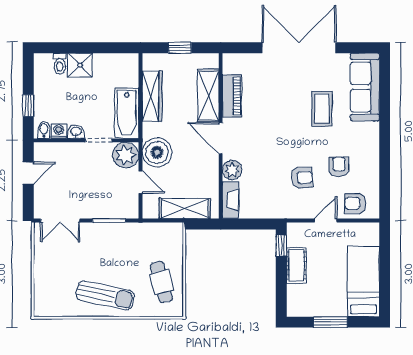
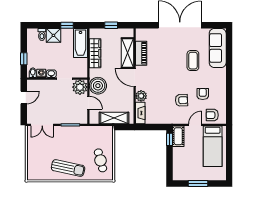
window: (103, 48) -> (67, 25), added
bathtub: (127, 113) -> (80, 43), moved
cot: (296, 266) -> (178, 136), moved
bed: (363, 281) -> (213, 146), moved, turned 180

